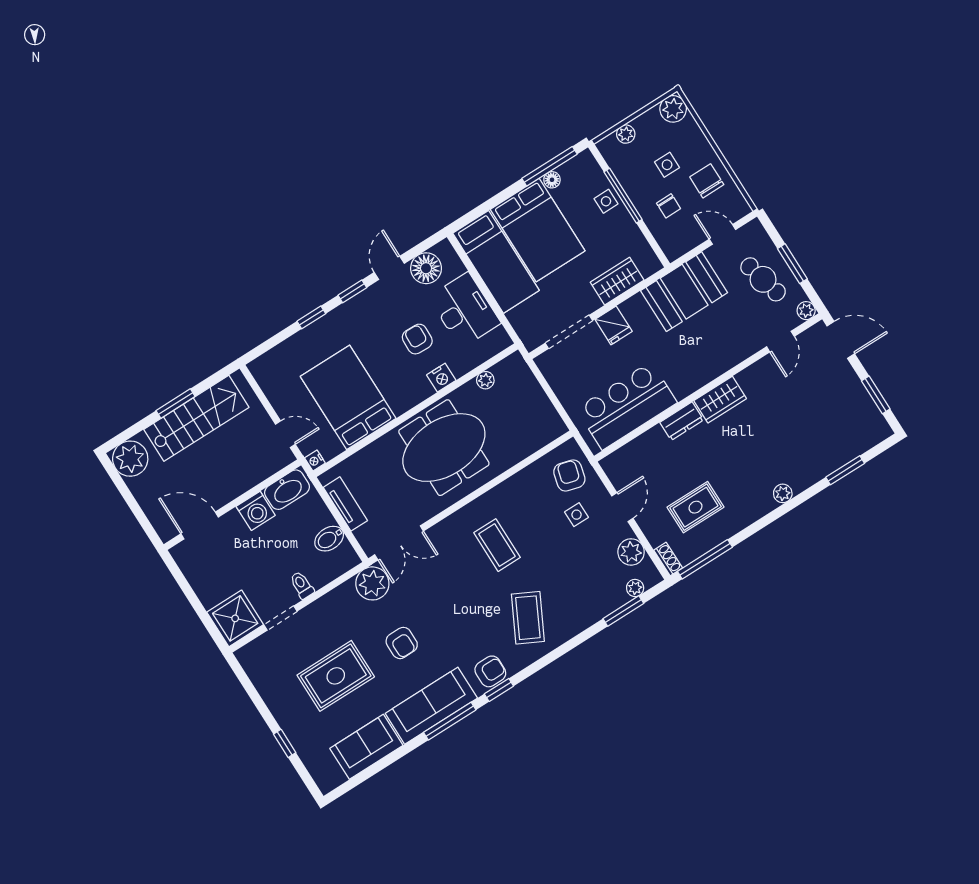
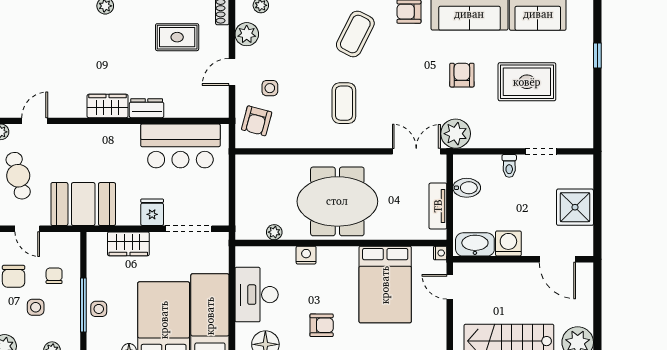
armchair: (417, 339) -> (322, 325), moved, turned -92
shower: (235, 618) -> (575, 207), moved

